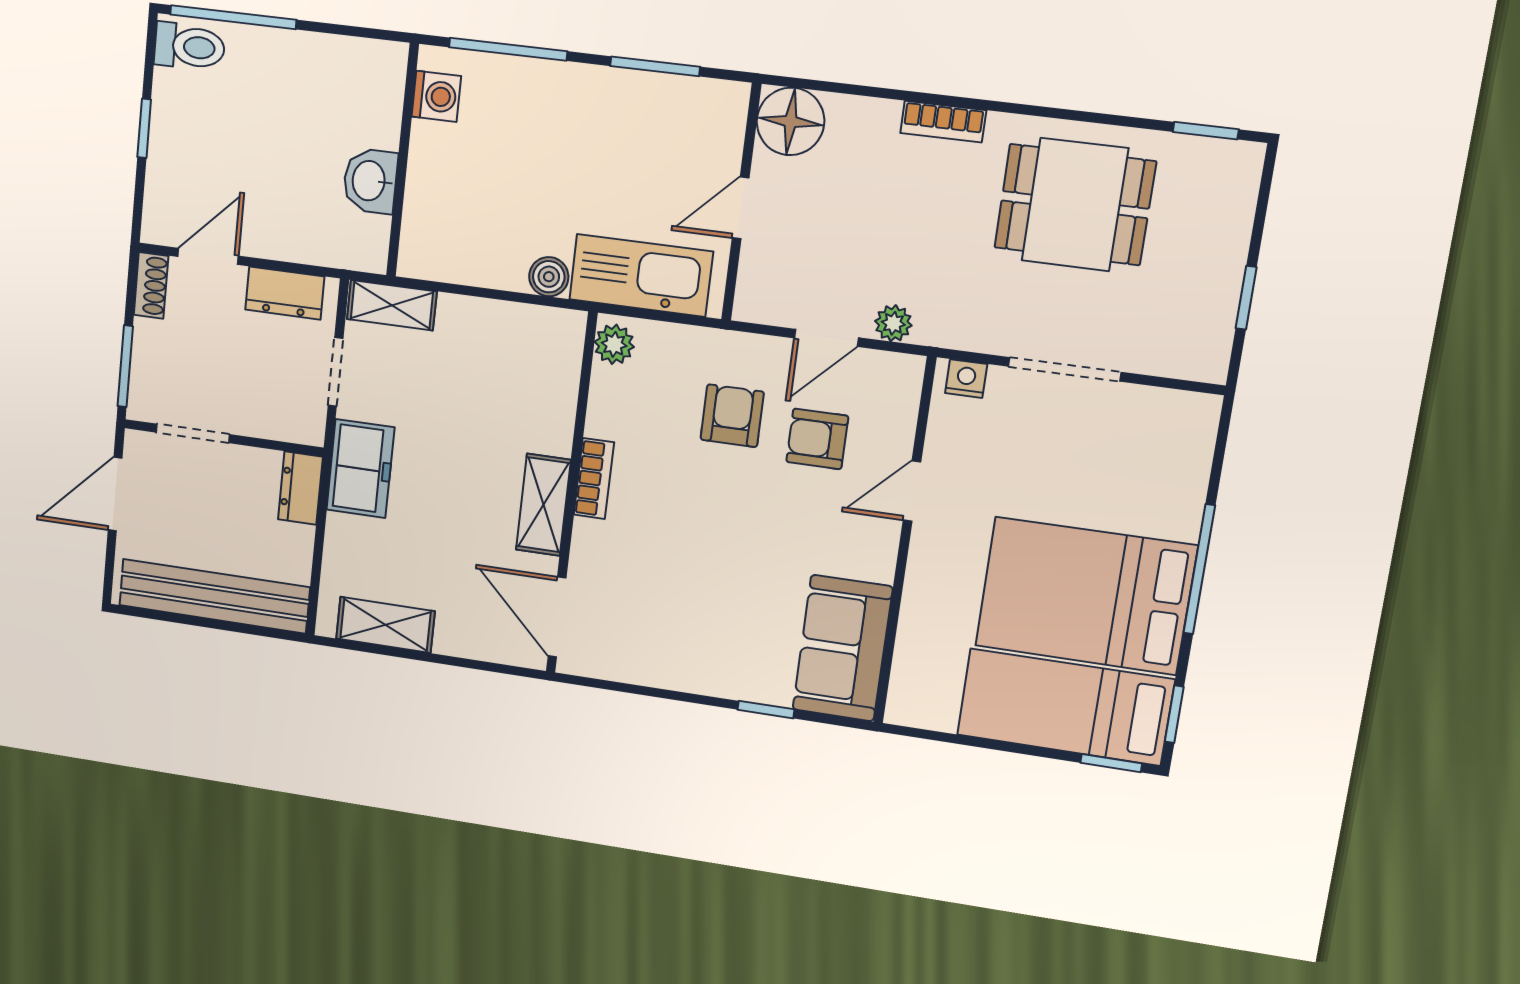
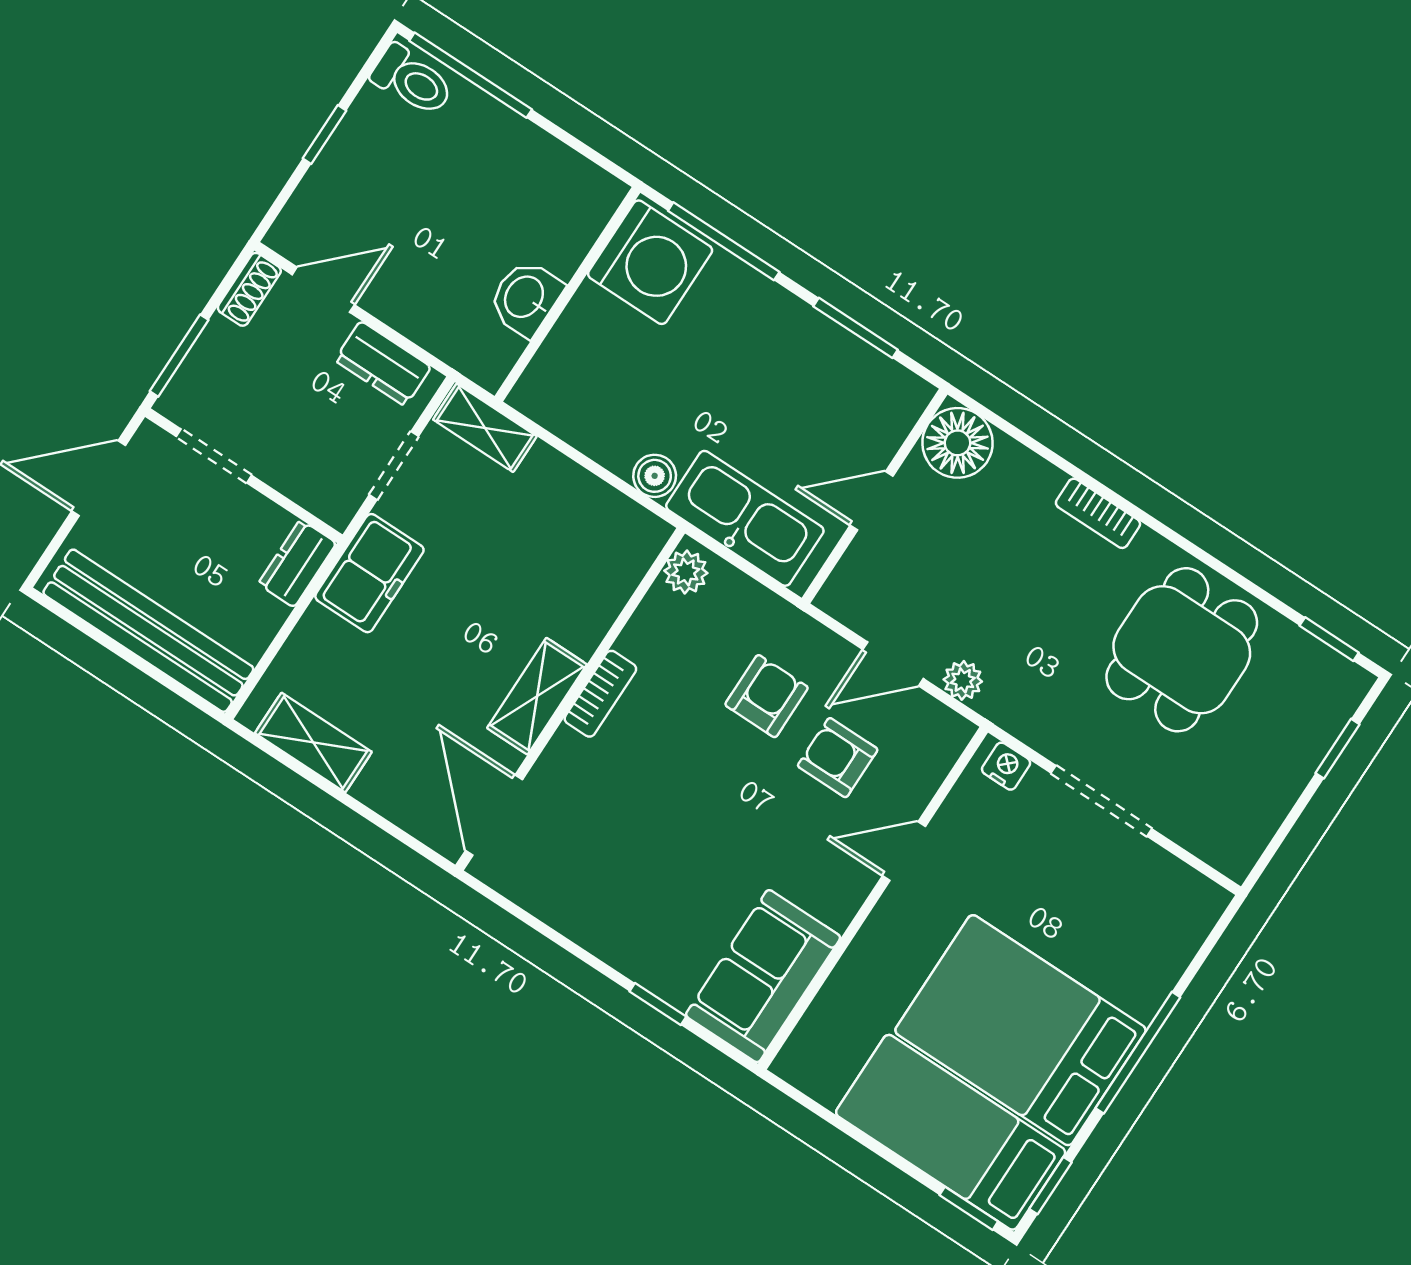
washing machine: (436, 96) -> (650, 262), width x1.89, depth x1.89
dining table: (1075, 205) -> (1182, 650), turned 90
window: (1246, 298) -> (1338, 749), moved

